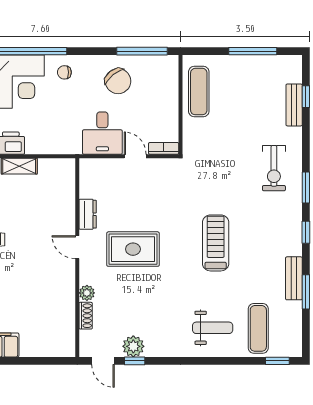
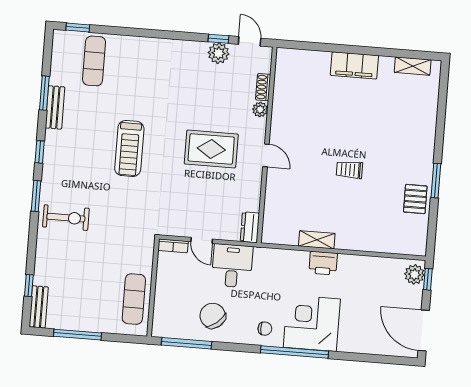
bench: (294, 105) -> (39, 307), moved
exercise bike: (274, 168) -> (66, 218), turned 90
dresser: (88, 214) -> (250, 227), moved
weight bench: (213, 328) -> (139, 65), removed

